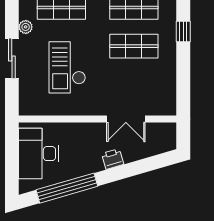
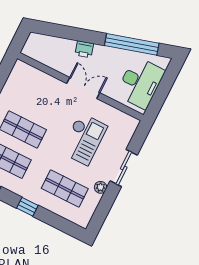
double door: (126, 119) -> (83, 88), moved

